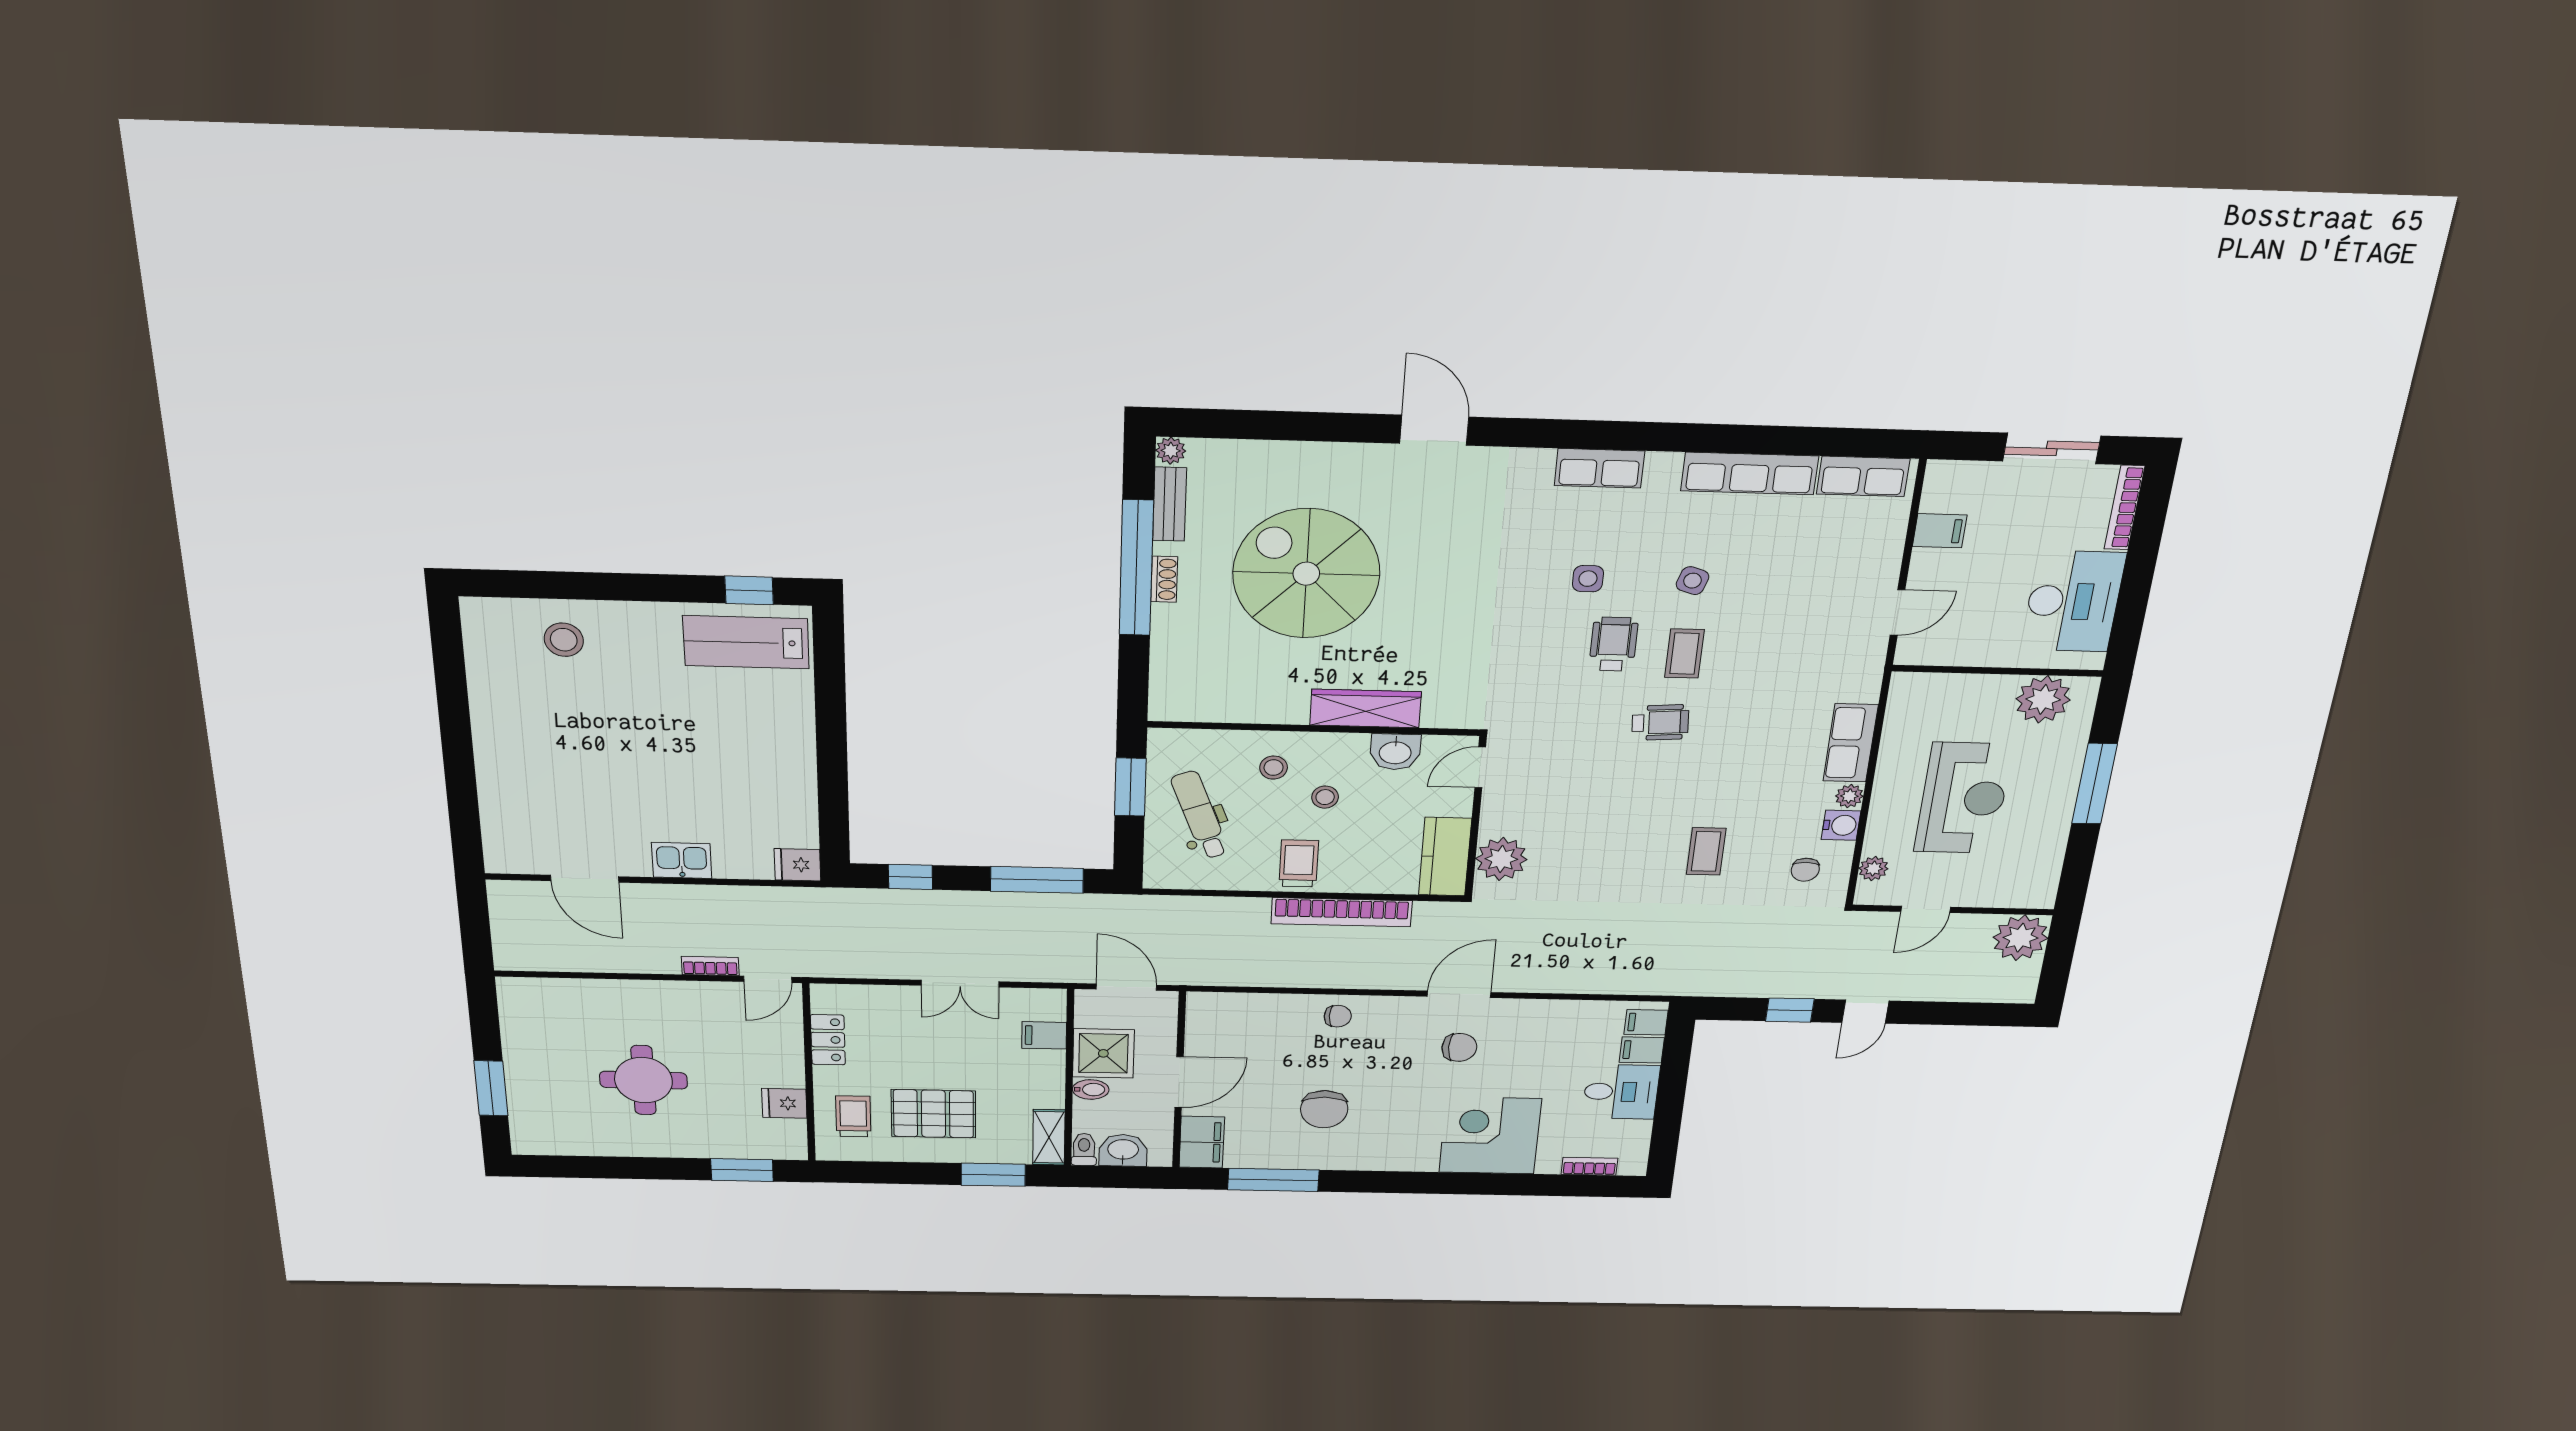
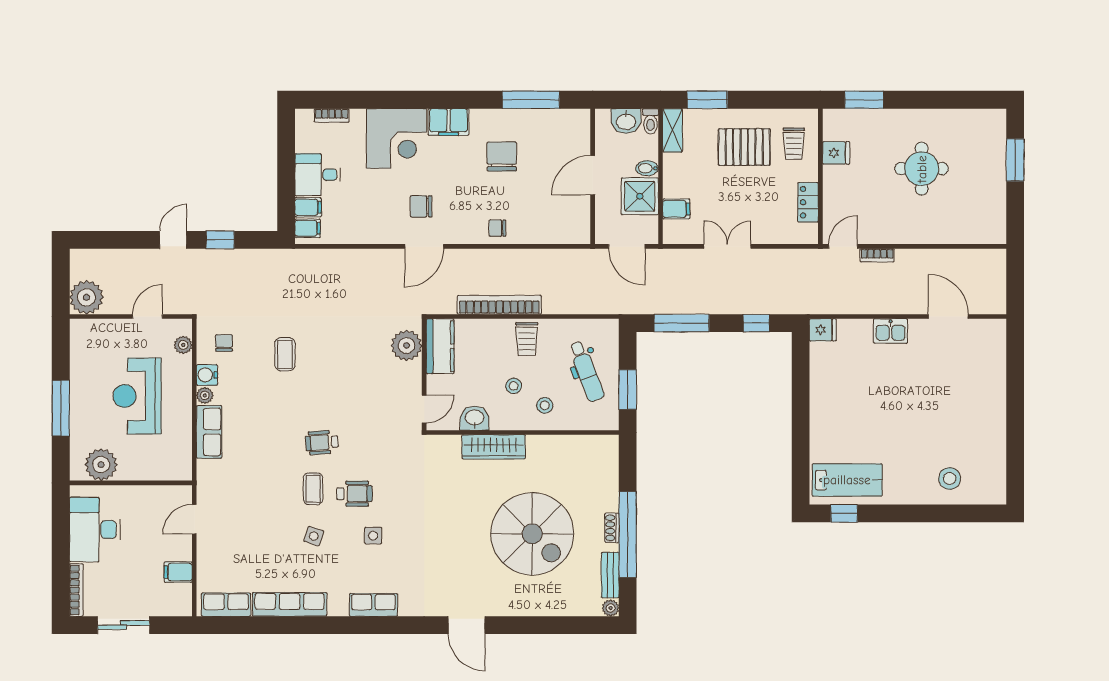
wheelchair: (1614, 644) -> (354, 494), turned -90
filing cabinet: (1202, 1142) -> (448, 122), moved, turned -90

